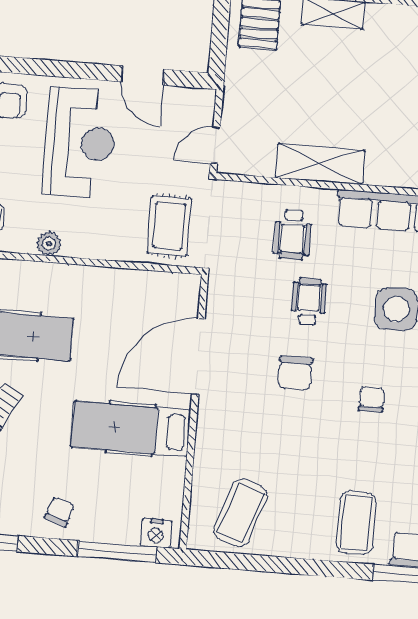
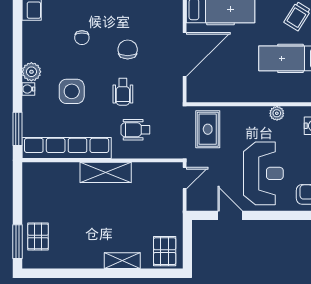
reception desk: (80, 143) -> (263, 173), turned 180
shelving: (320, 164) -> (106, 172), moved
wheelchair: (293, 235) -> (135, 130), turned -90

